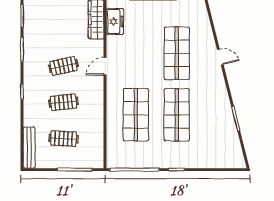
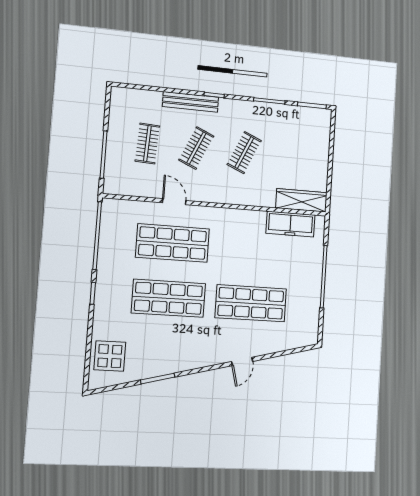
freezer: (115, 22) -> (291, 224), width x1.40
clothes rail: (63, 66) -> (244, 153), turned 36
door: (105, 66) -> (174, 202), moved
clothes rail: (63, 102) -> (196, 148), turned 30
bench: (29, 148) -> (191, 102), moved
display table: (221, 154) -> (110, 356), added

